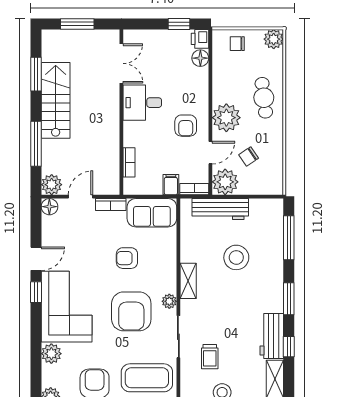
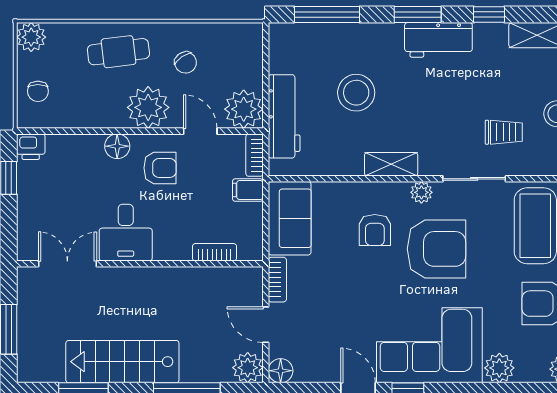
floor lamp: (200, 58) -> (117, 146), moved
chair: (249, 156) -> (186, 62), moved
armchair: (127, 258) -> (375, 230), moved
workbench: (272, 336) -> (438, 40), moved

